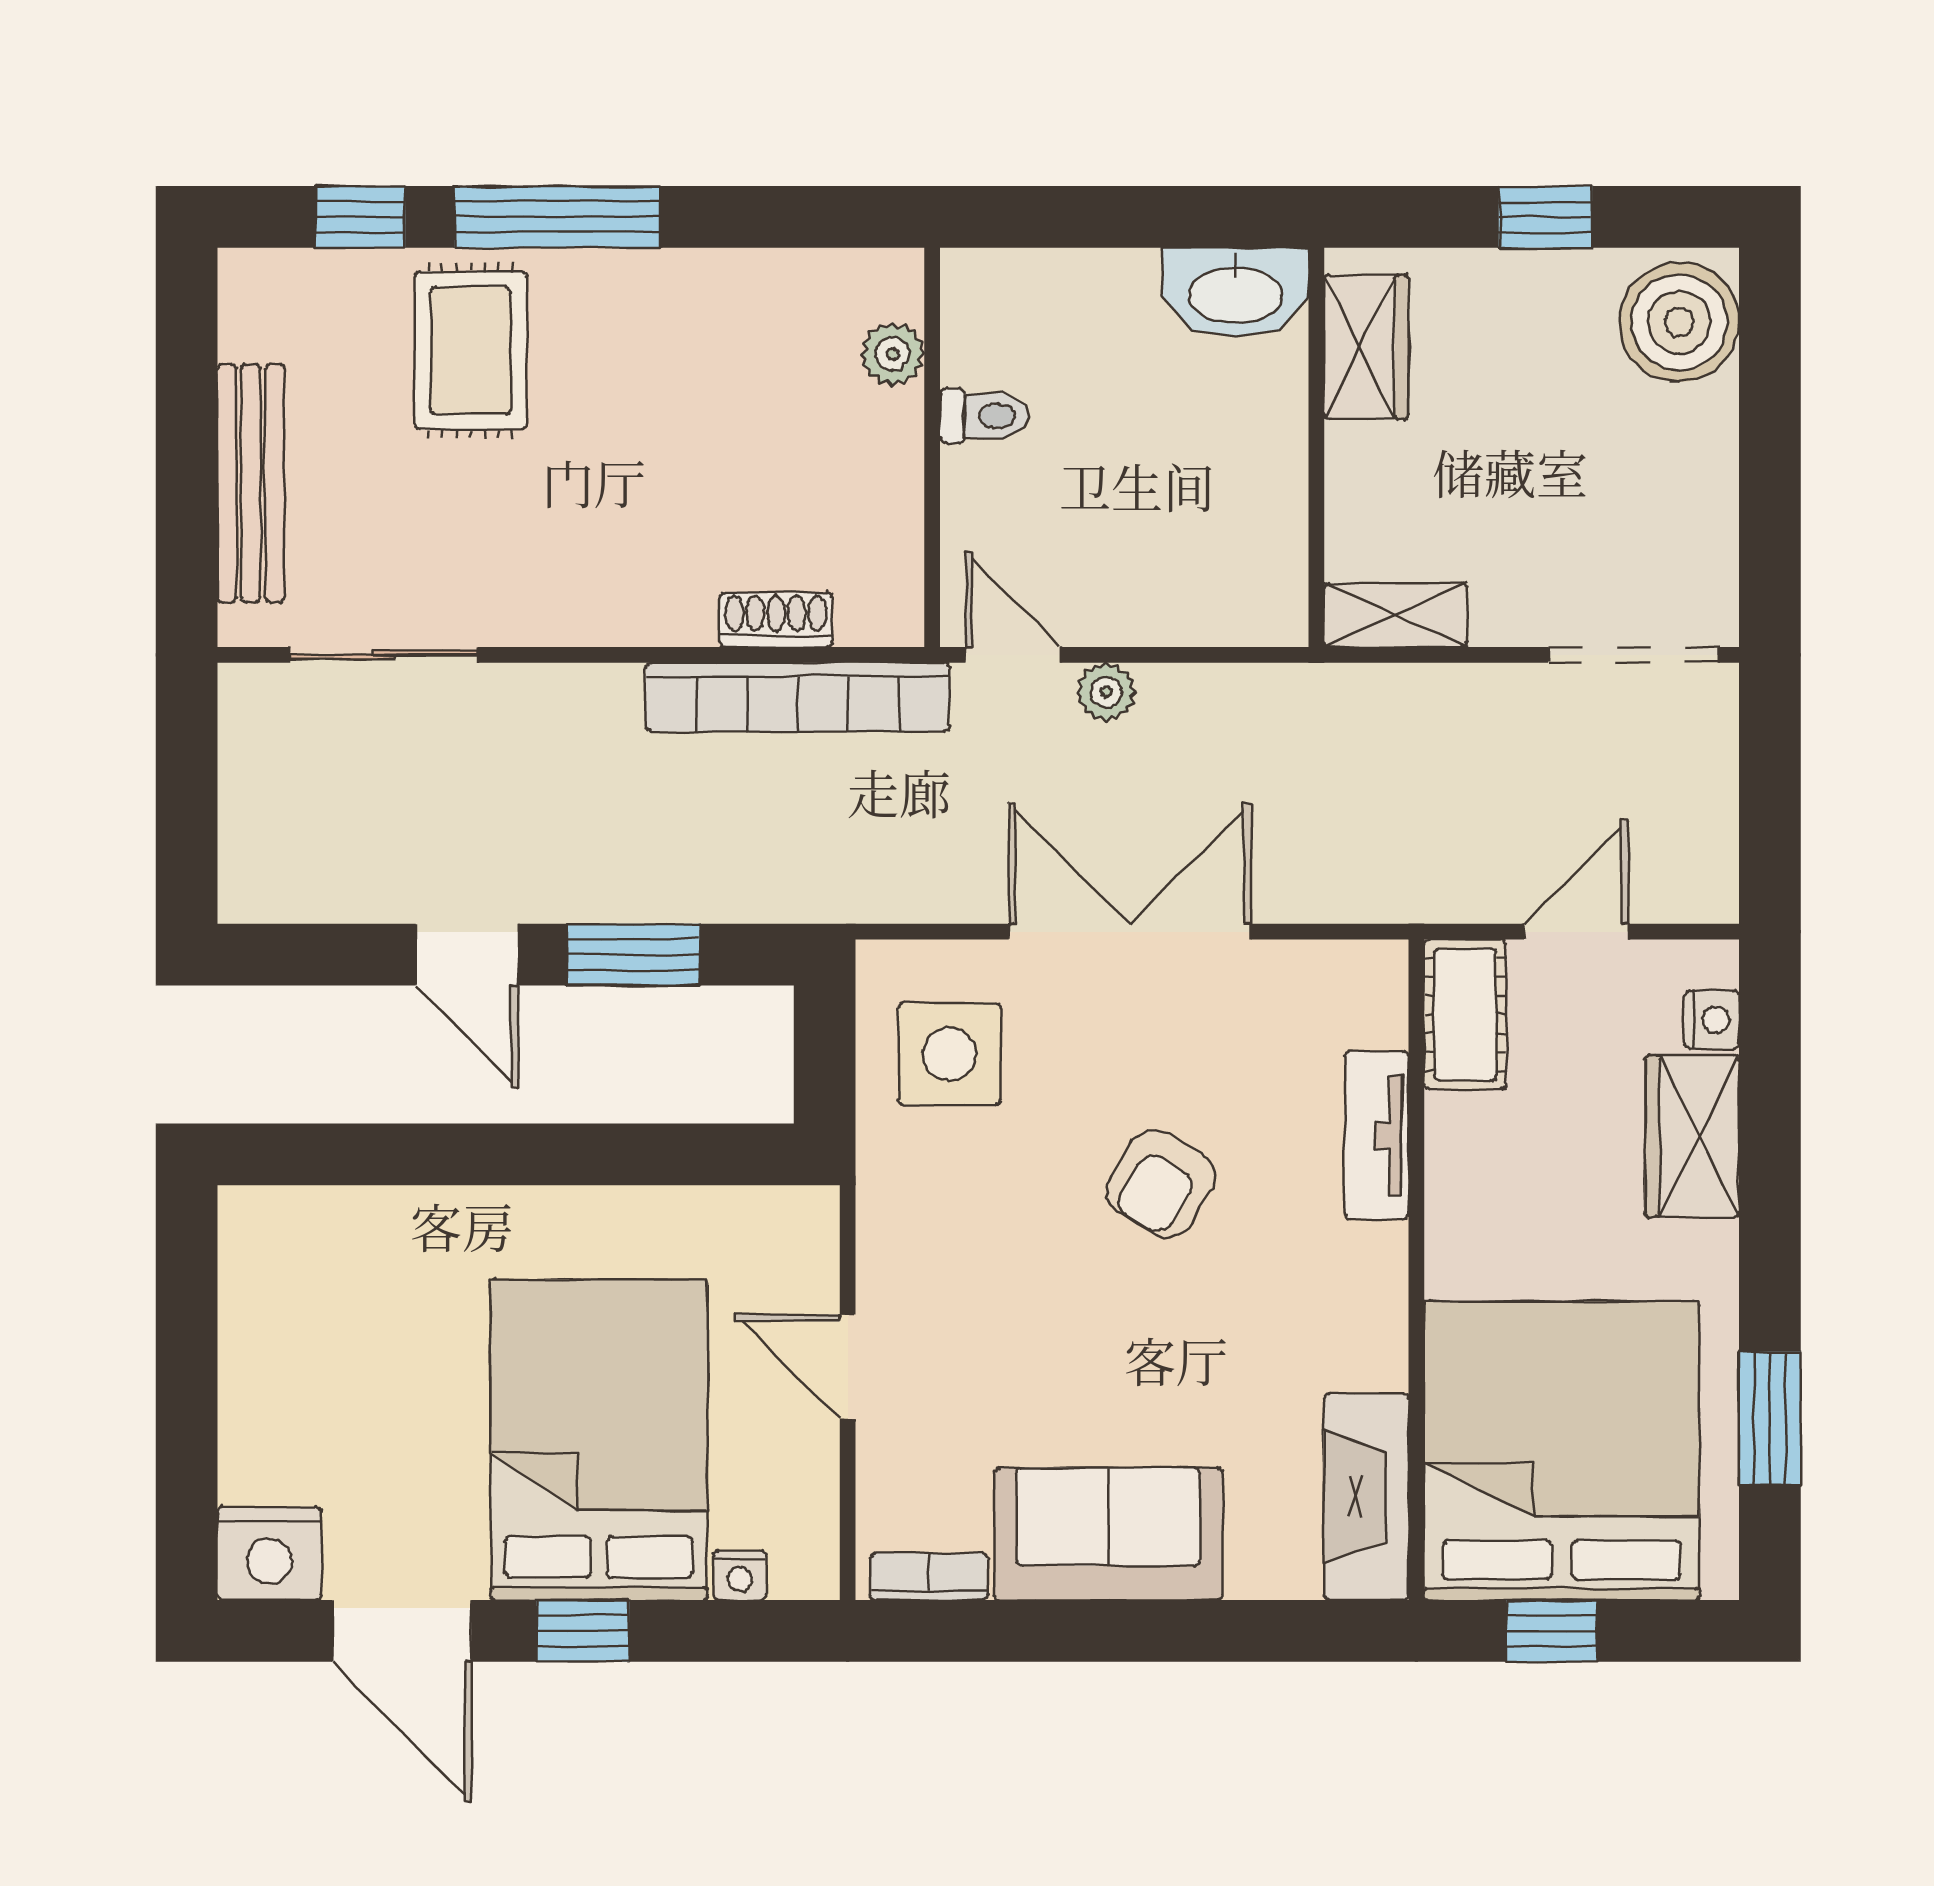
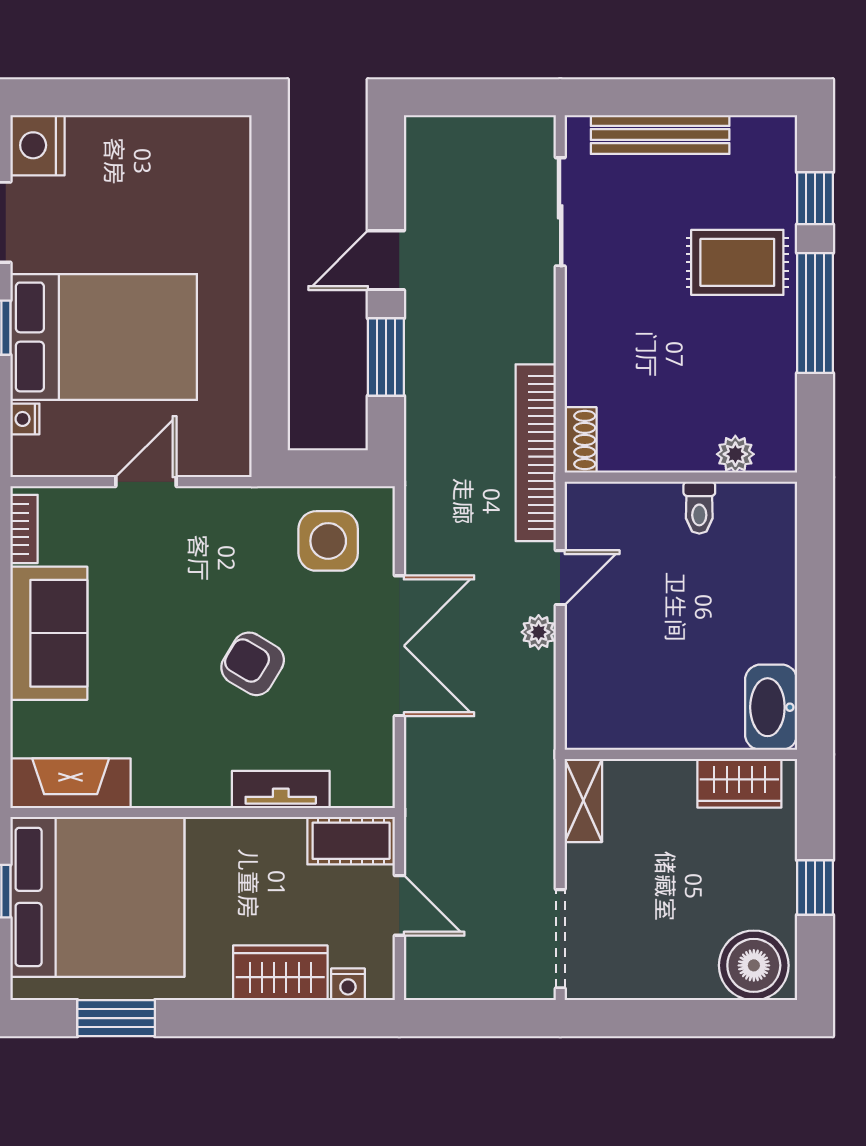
plant: (893, 354) -> (735, 454), moved
toilet: (985, 416) -> (699, 508), moved
wall: (932, 447) -> (681, 477), moved

